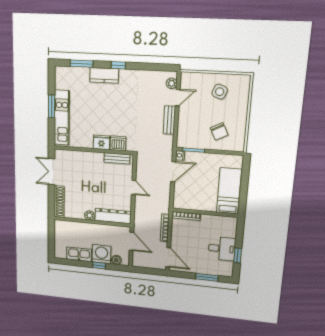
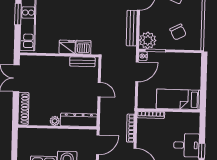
bench: (169, 120) -> (132, 28), width x1.36
plant: (186, 139) -> (148, 40), added
bed: (229, 191) -> (178, 99), moved, turned -90
door: (131, 241) -> (98, 145), hinge flipped

